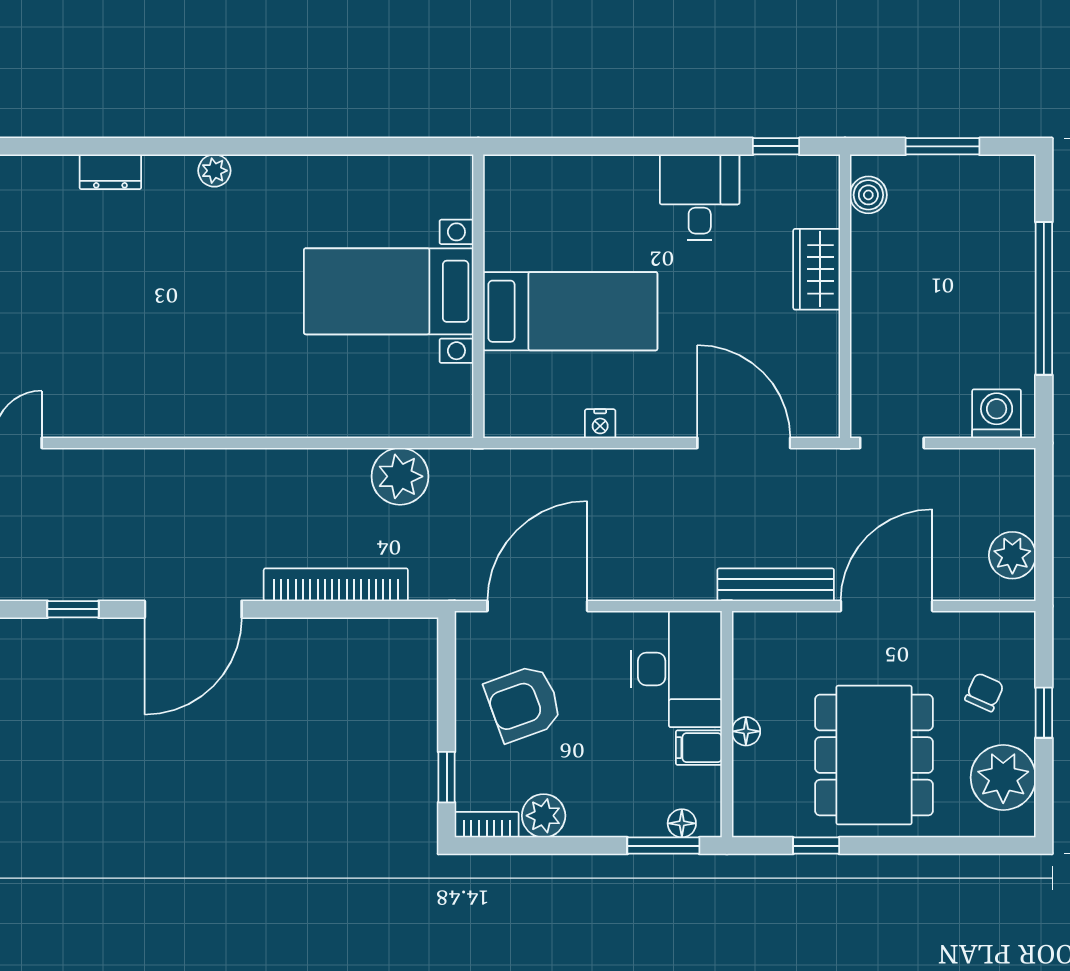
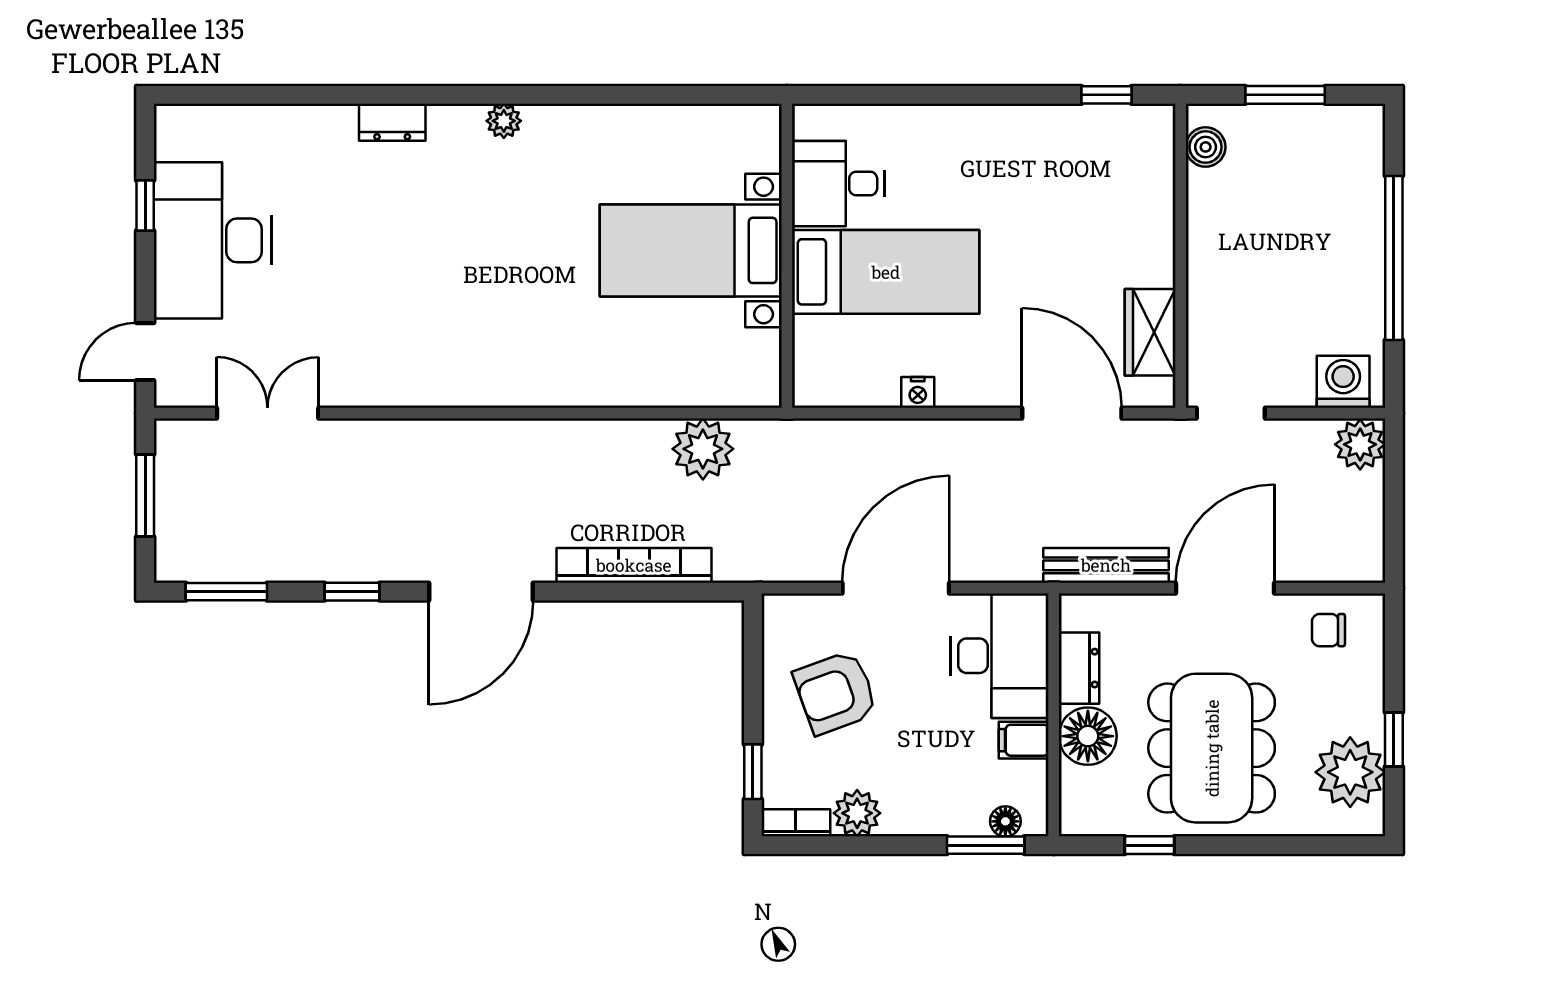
desk: (700, 197) -> (838, 184), moved, turned -90
wardrobe: (817, 269) -> (1150, 332), moved
plant: (1012, 555) -> (1360, 444), moved
door: (537, 606) -> (896, 588), moved
dresser: (750, 680) -> (1079, 668), added
chair: (984, 692) -> (1328, 630), moved, turned -114
window: (1044, 713) -> (1394, 739), moved
floor lamp: (746, 731) -> (1088, 736), width x1.89, depth x1.89

